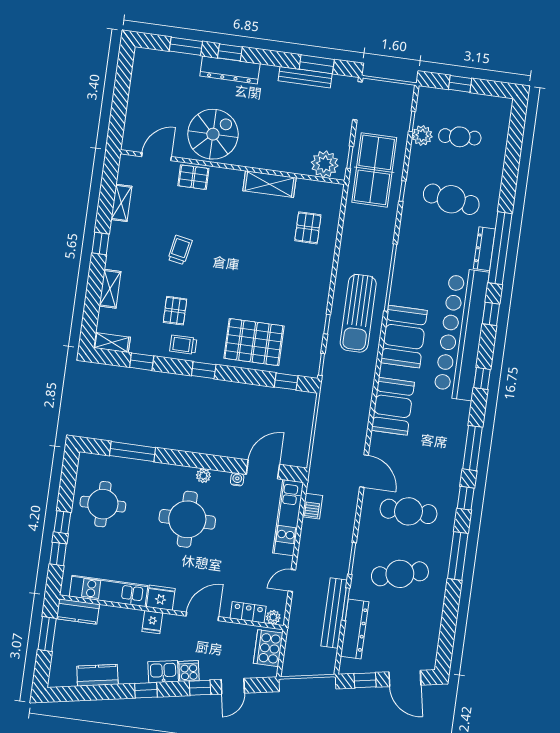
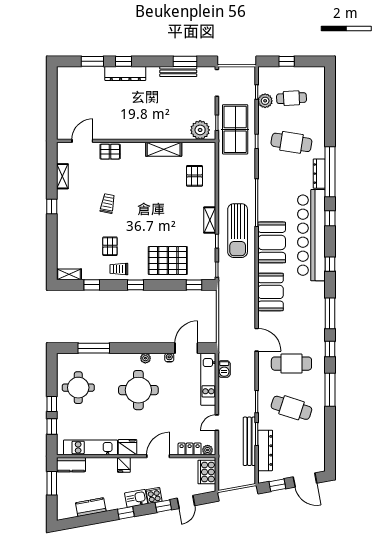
spiral stairs: (213, 134) -> (120, 120), removed
shelving: (110, 289) -> (210, 220), moved
cafe table: (400, 574) -> (291, 408), turned 33

